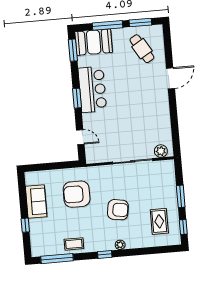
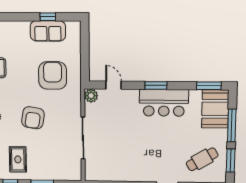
door: (80, 137) -> (114, 85), swing flipped
plant: (161, 151) -> (91, 96), moved
rug: (159, 221) -> (18, 159), turned 90
window: (25, 225) -> (48, 17), moved

